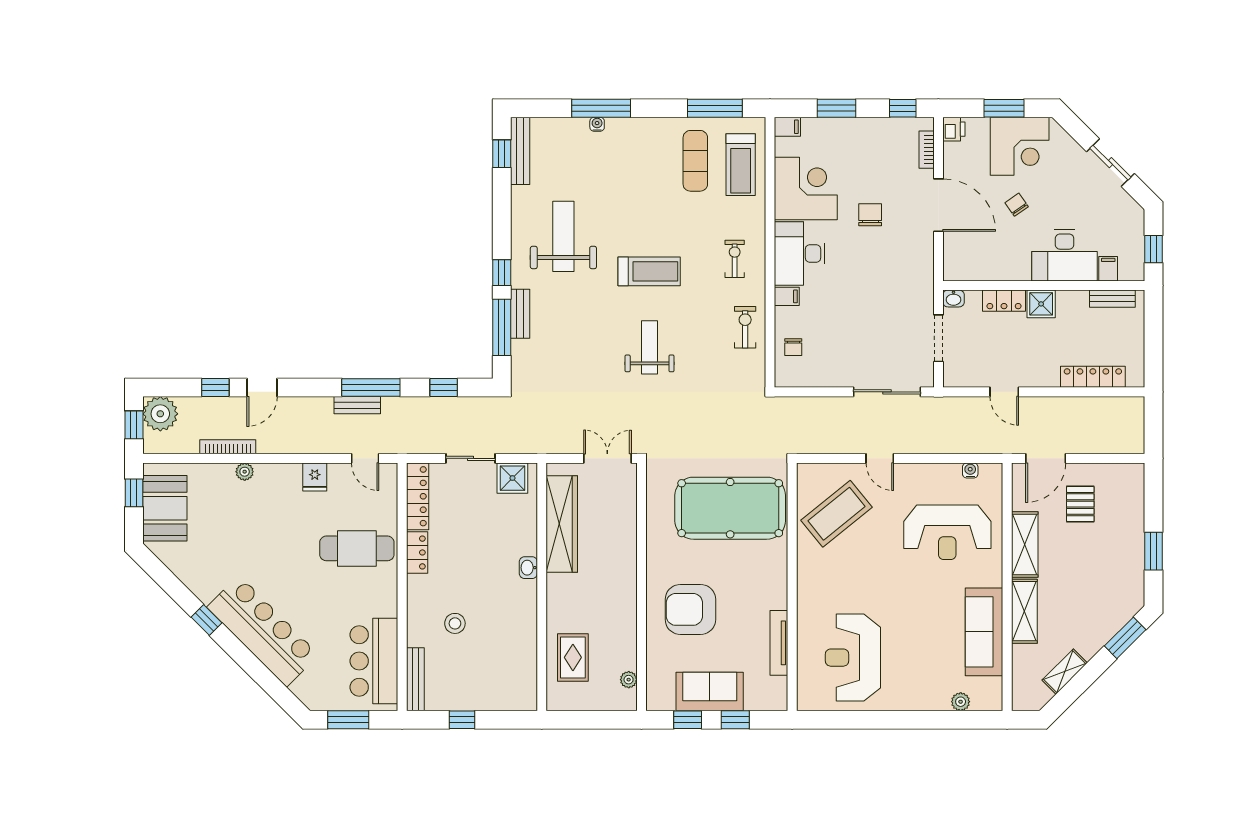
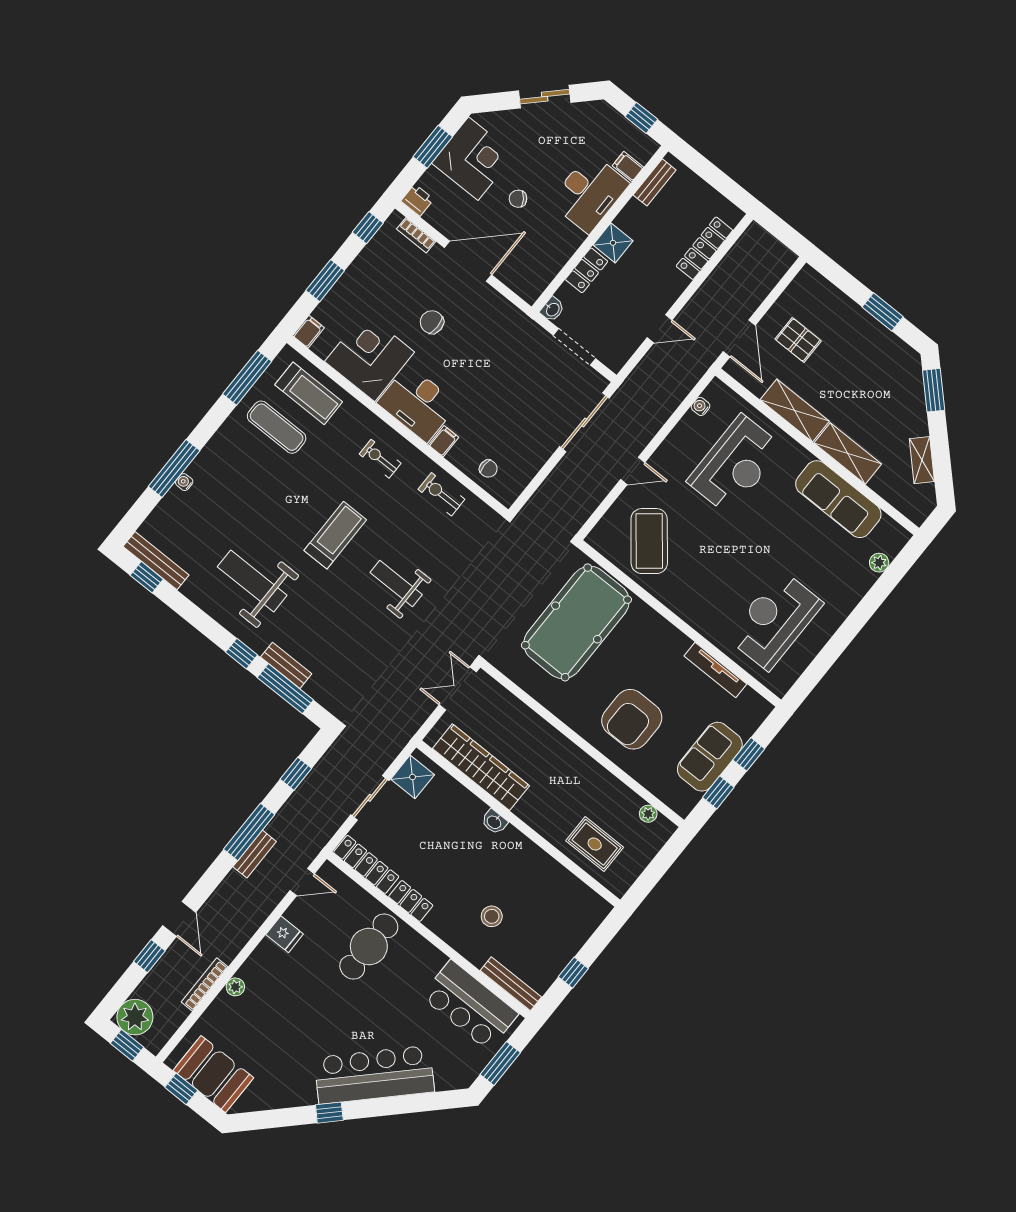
reception desk: (853, 658) -> (775, 620), turned 90

